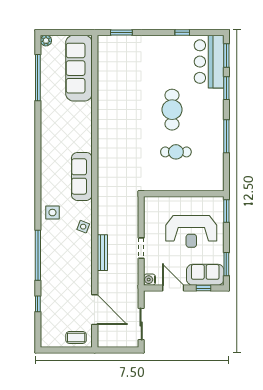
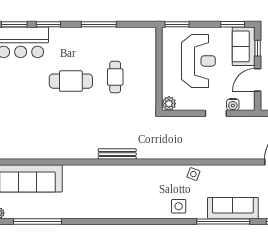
sofa: (82, 176) -> (233, 208), moved, turned 180
plant: (151, 203) -> (169, 104), added
bench: (102, 253) -> (117, 154), moved
water cooler: (150, 280) -> (233, 105), moved

